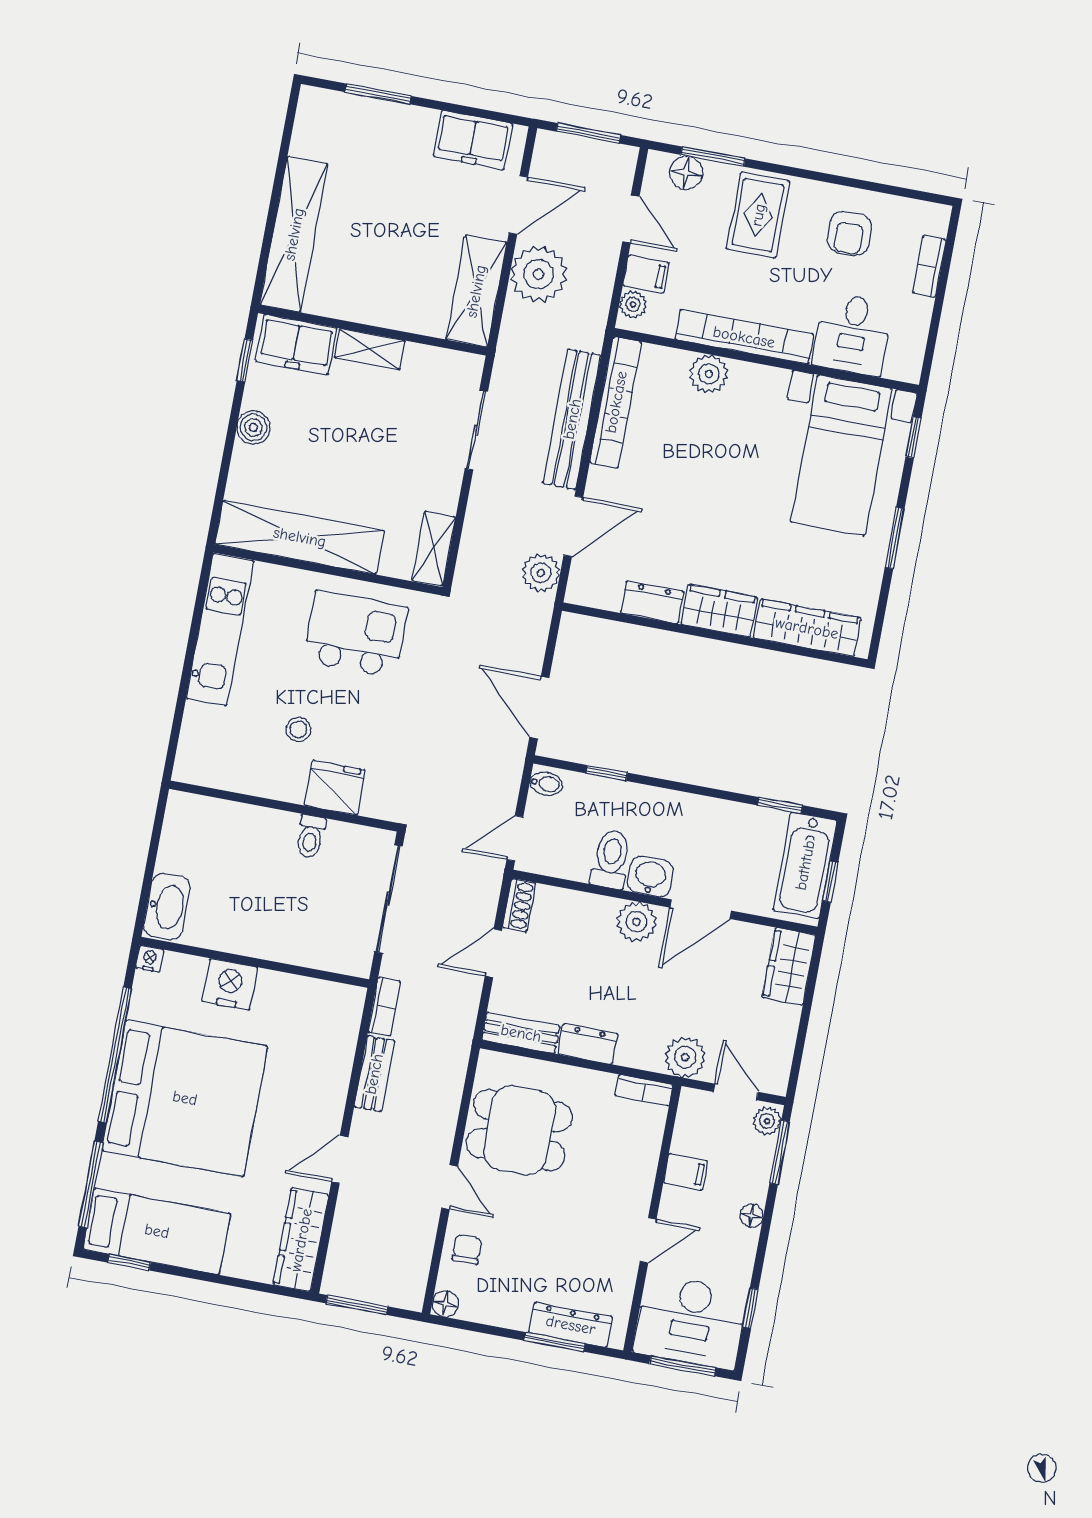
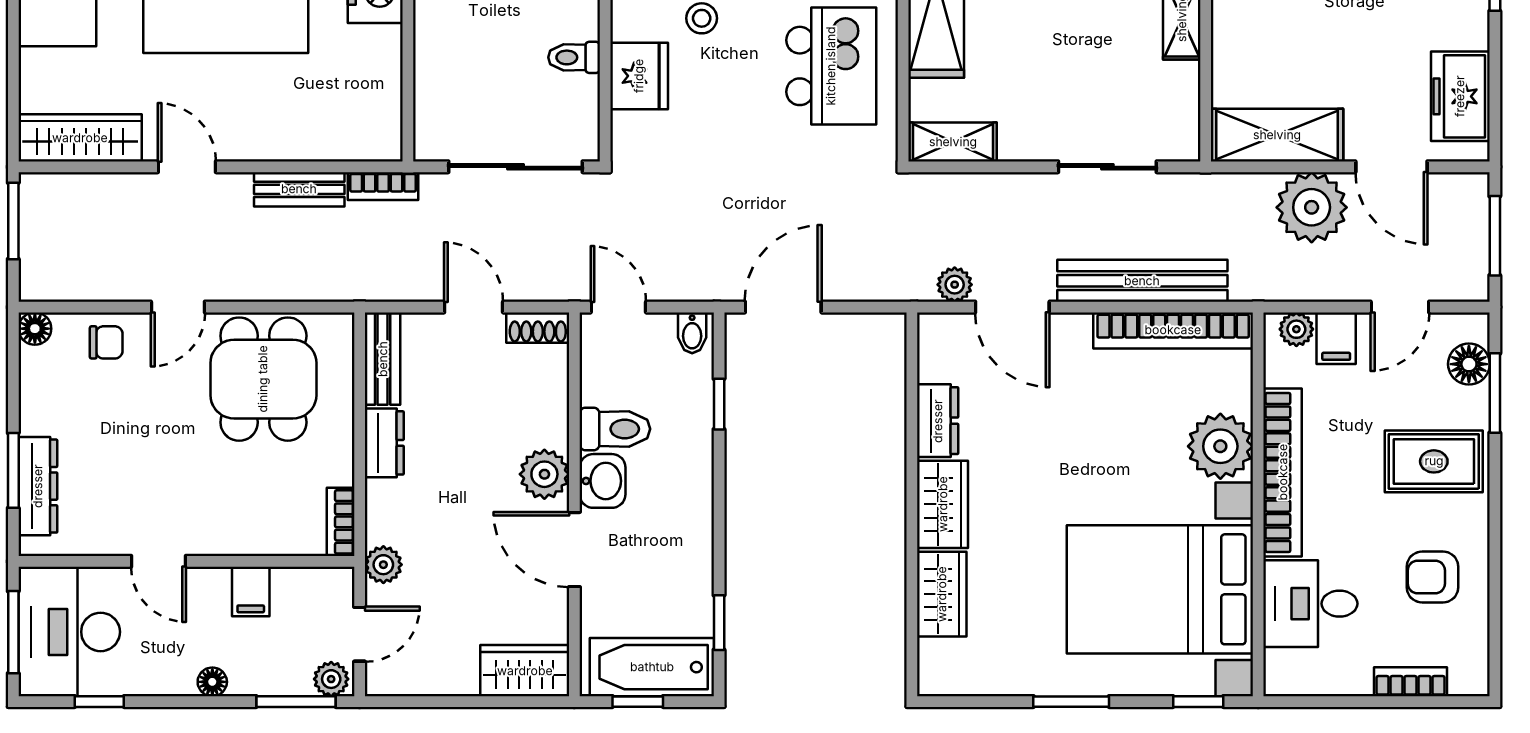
plant: (709, 374) -> (1220, 446), width x1.36, depth x1.36
bed with nightstands: (841, 455) -> (1160, 589), width x1.36
plant: (541, 573) -> (955, 285), width x0.73, depth x0.73
wardrobe: (807, 628) -> (942, 594), width x0.67
plant: (685, 1057) -> (383, 565), width x0.73, depth x0.73

